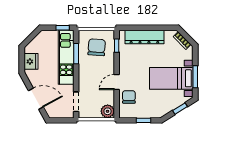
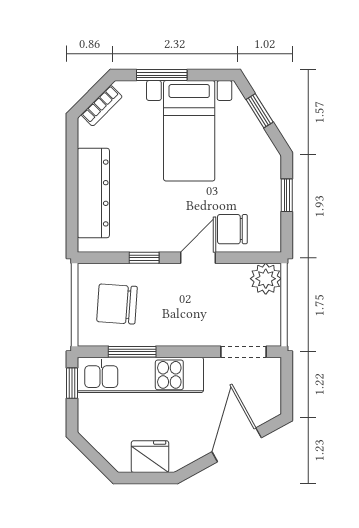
window: (117, 46) -> (144, 258), moved
window: (195, 77) -> (162, 75), moved
door: (117, 82) -> (198, 258), swing flipped

